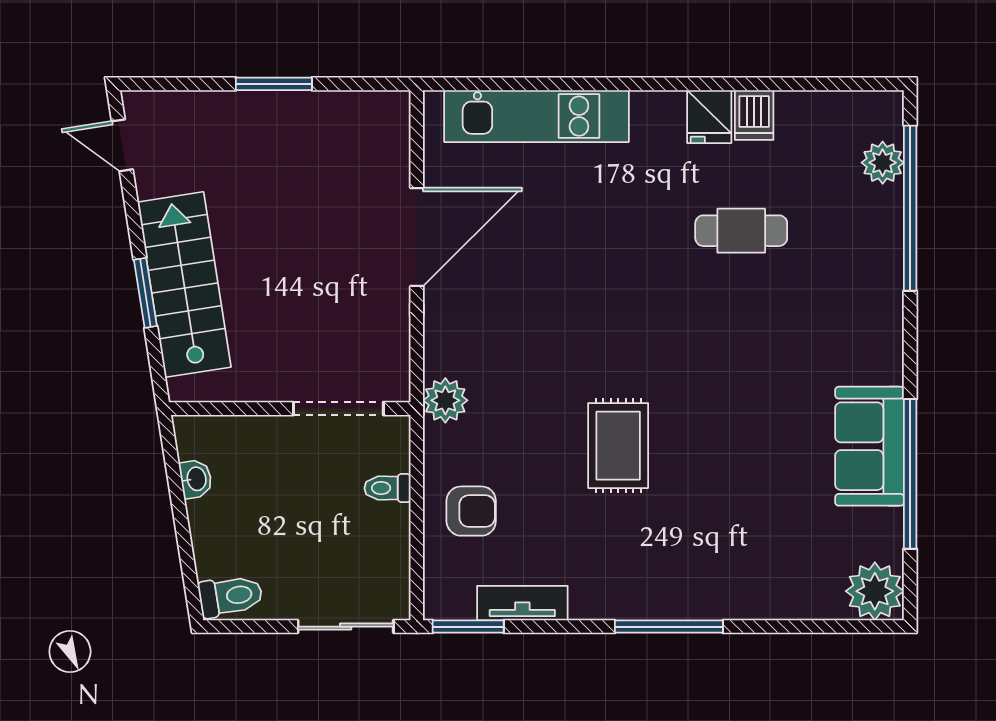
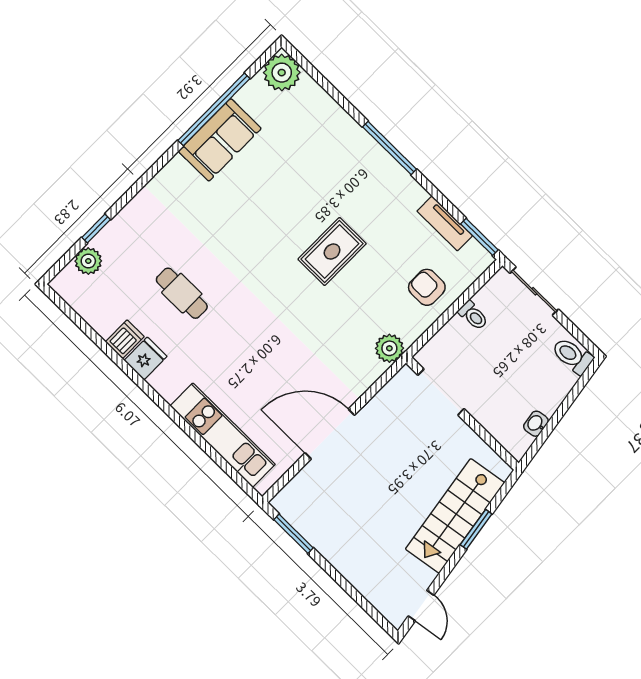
window: (274, 84) -> (294, 534), moved
window: (910, 208) -> (96, 228), width x0.32
toilet: (387, 488) -> (473, 315), moved

